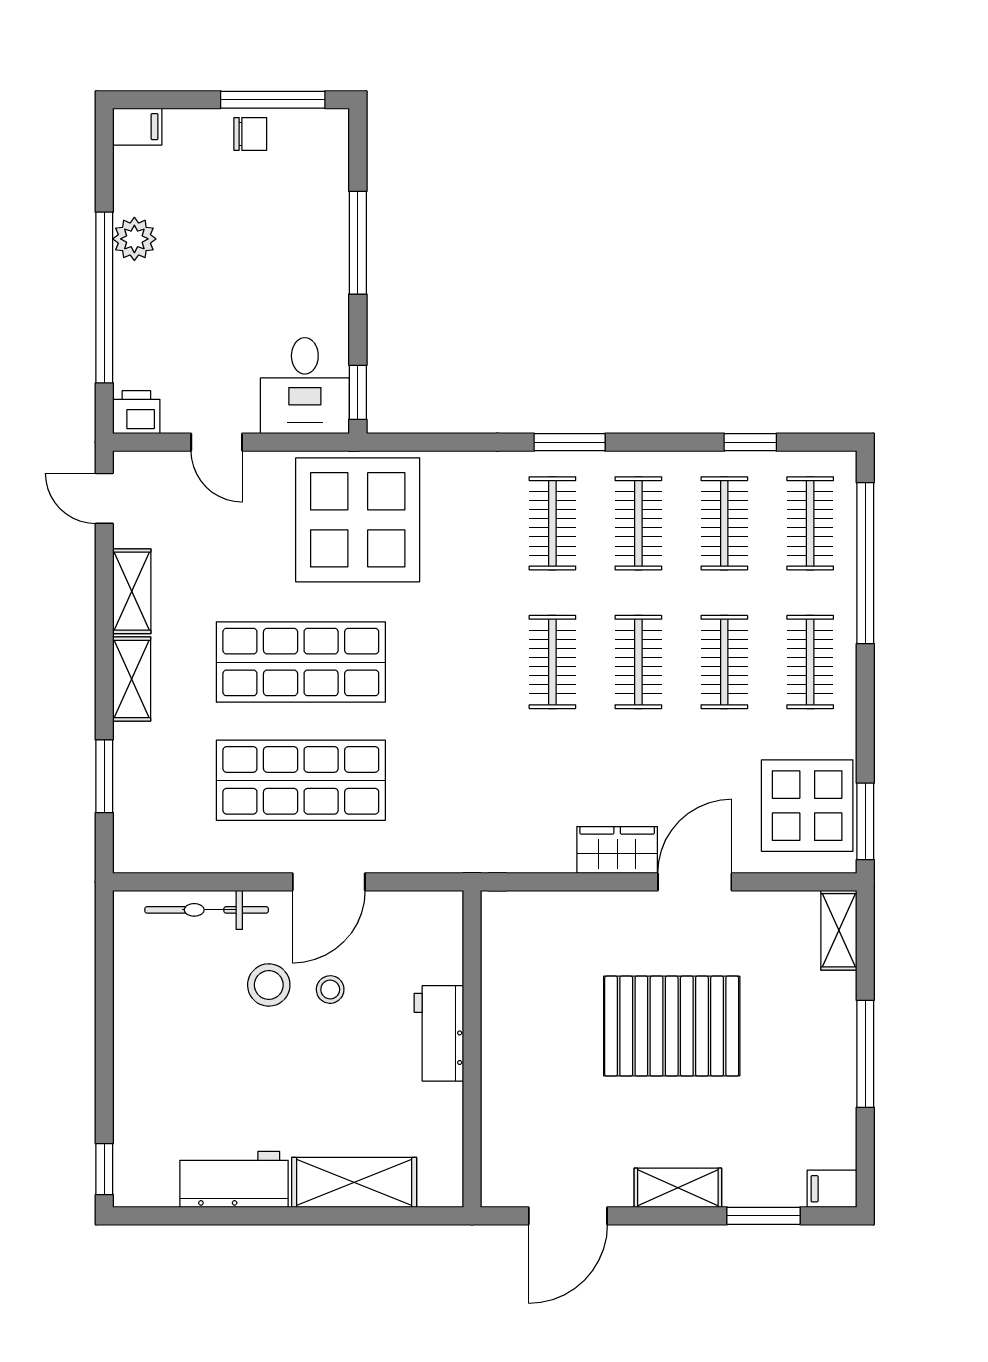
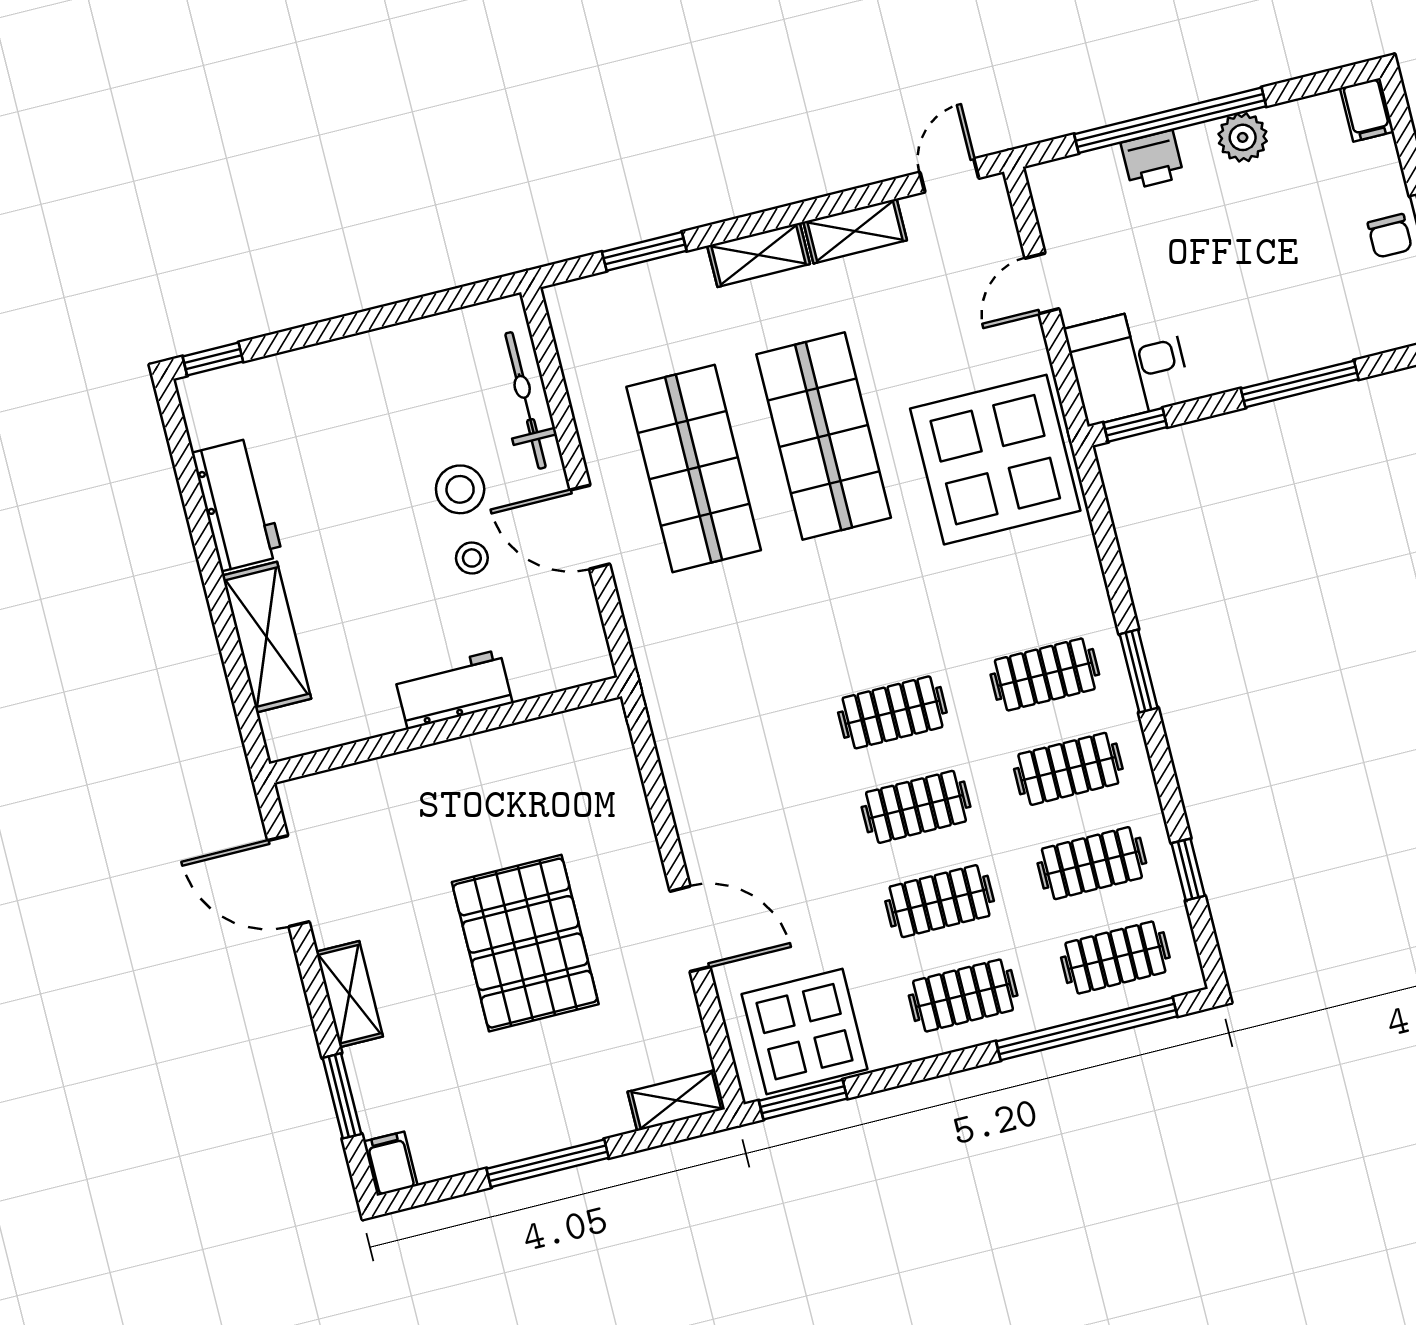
printer: (136, 412) -> (1152, 160), moved, turned 90
wardrobe: (617, 850) -> (704, 835), removed

